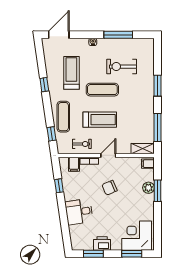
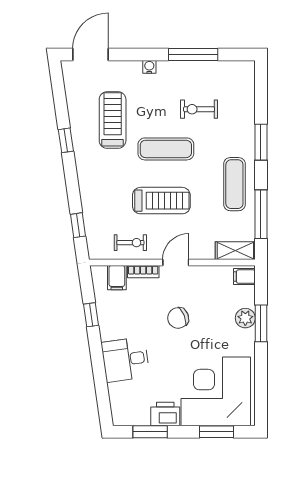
exercise bike: (122, 67) -> (199, 109), width x0.73, depth x0.72
exercise mat: (63, 117) -> (234, 184), moved
corner desk: (137, 236) -> (216, 391), width x1.36, depth x1.36

